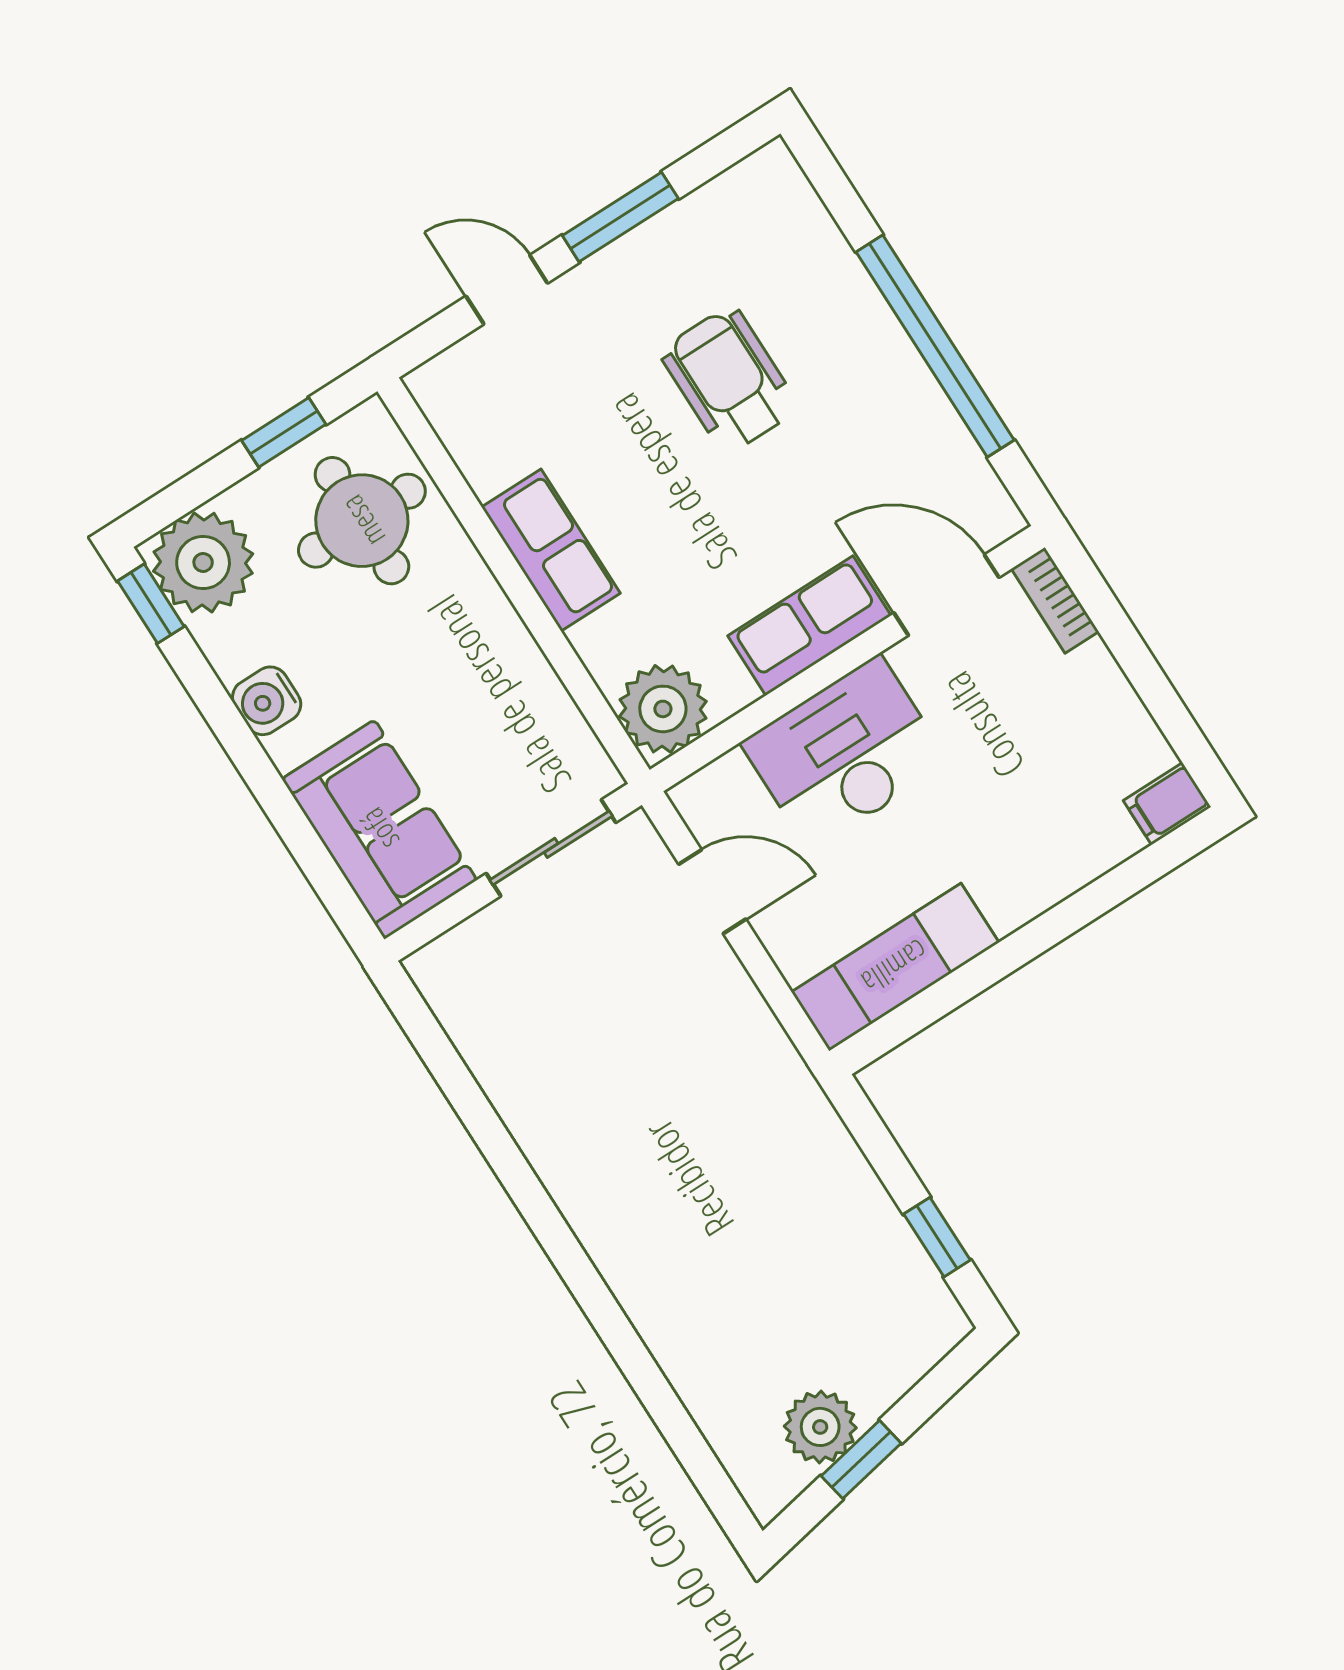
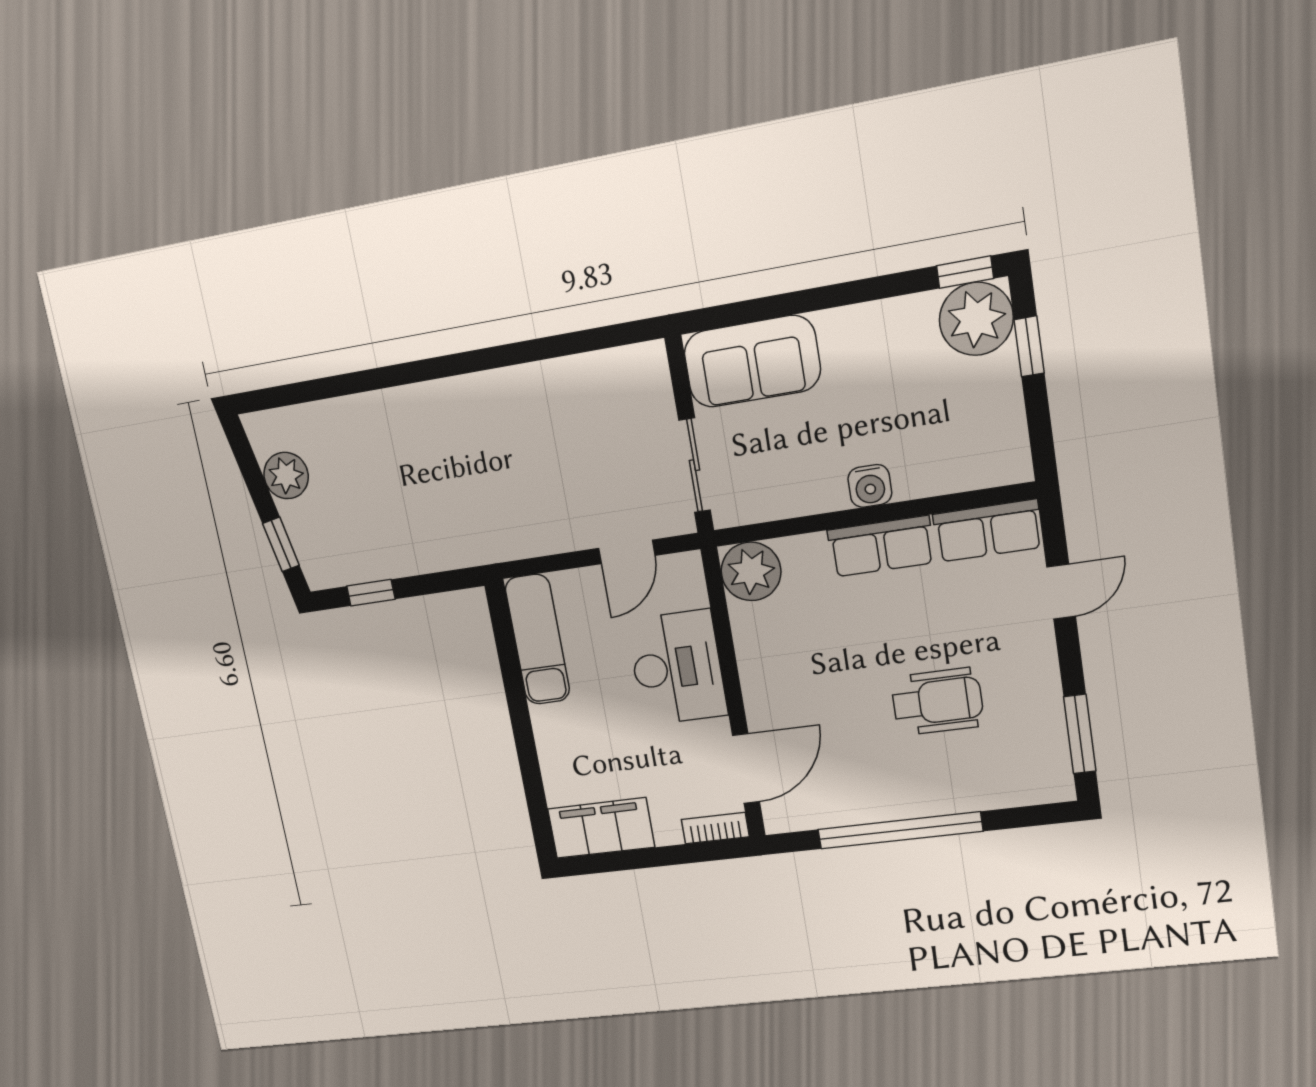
window: (620, 217) -> (1080, 734), moved
window: (284, 432) -> (1029, 346), moved
round table: (362, 521) -> (955, 435), removed
row of seats: (809, 626) -> (988, 531), moved, turned 90
water cooler: (267, 701) -> (870, 486), moved, turned 180
filing cabinet: (1167, 804) -> (601, 828), width x3.00, depth x1.17
window: (861, 1460) -> (281, 544), moved

